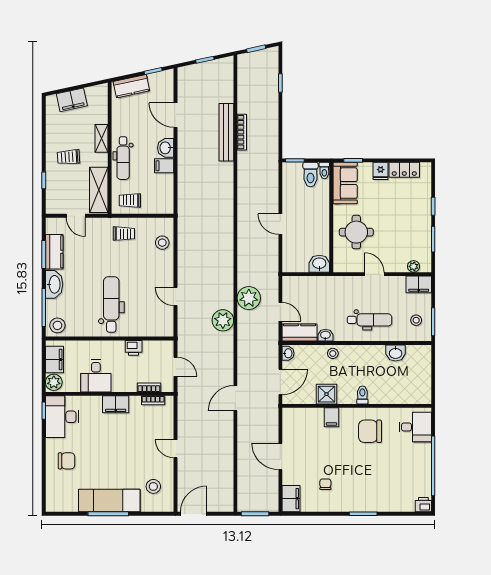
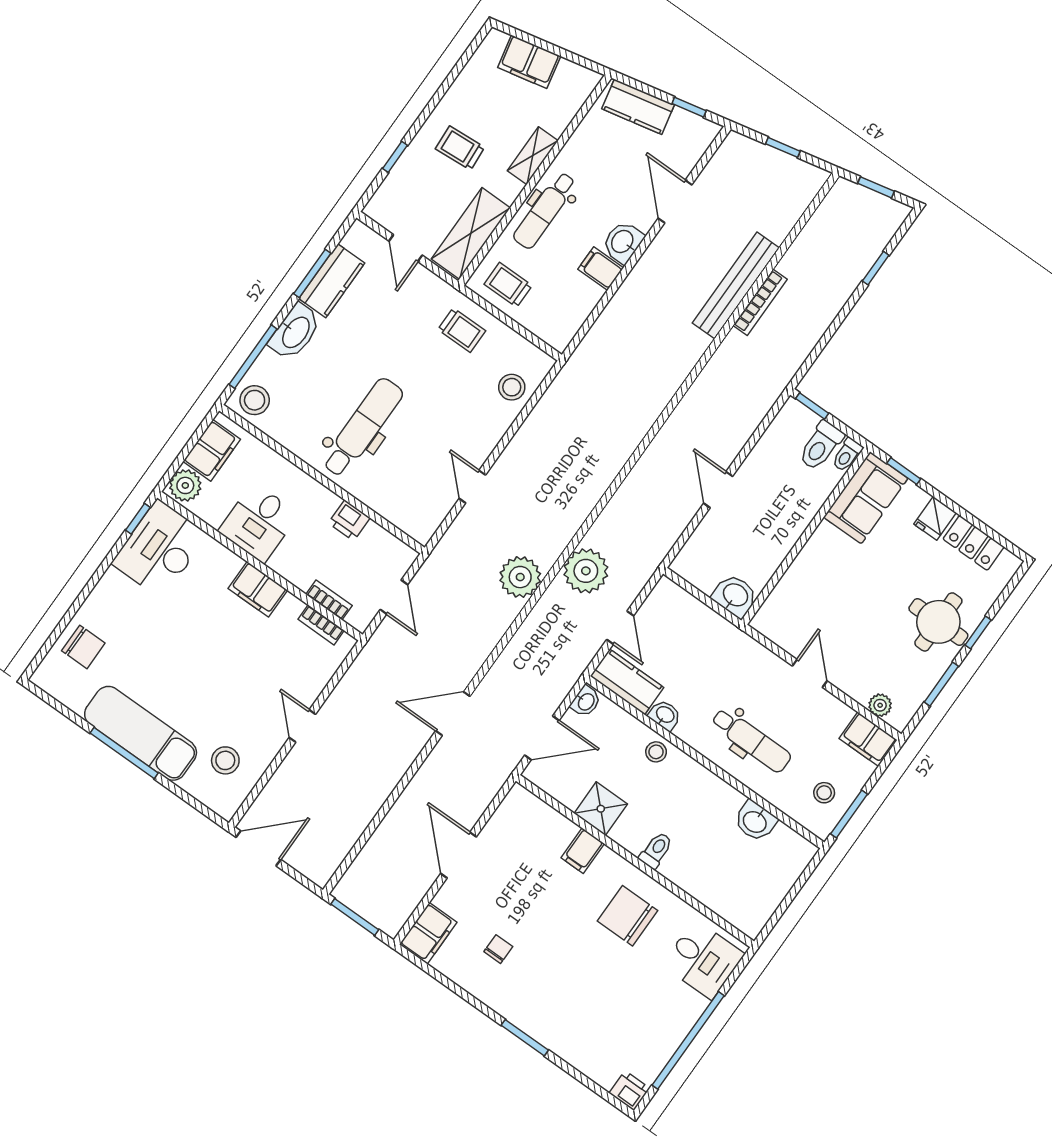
round table: (356, 232) -> (938, 622), moved
chair: (67, 461) -> (83, 647), moved

